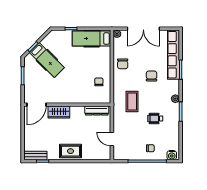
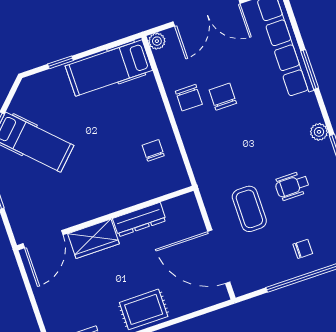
chair: (152, 76) -> (223, 97), moved
coffee table: (132, 102) -> (249, 209), moved
dresser: (97, 110) -> (139, 220), moved
door: (112, 139) -> (219, 257), width x1.88

